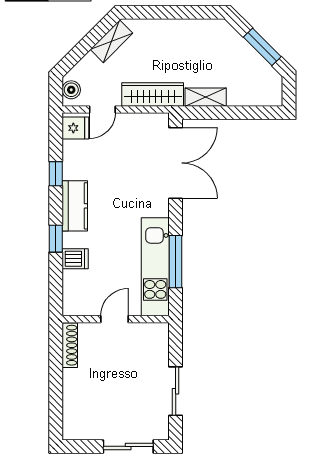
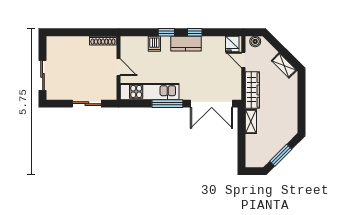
window: (56, 174) -> (195, 32), moved
window: (176, 262) -> (167, 104), moved
sliding door: (176, 391) -> (87, 104), moved

